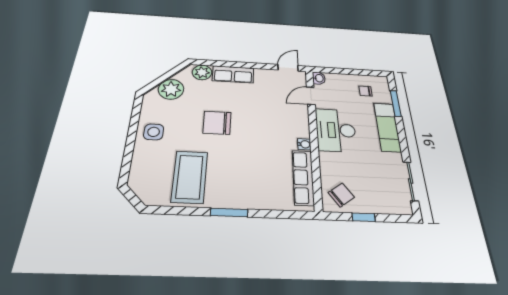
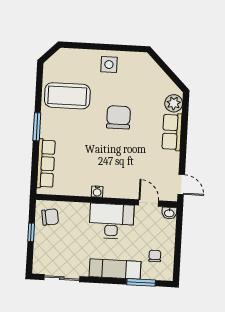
plant: (171, 89) -> (154, 76), removed
row of seats: (303, 177) -> (46, 164), moved, turned 90
chair: (341, 195) -> (50, 217), turned -63

